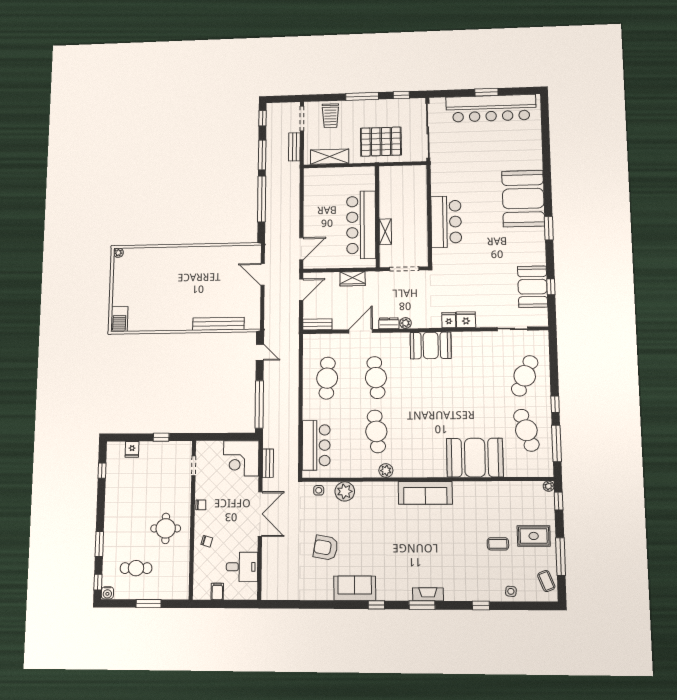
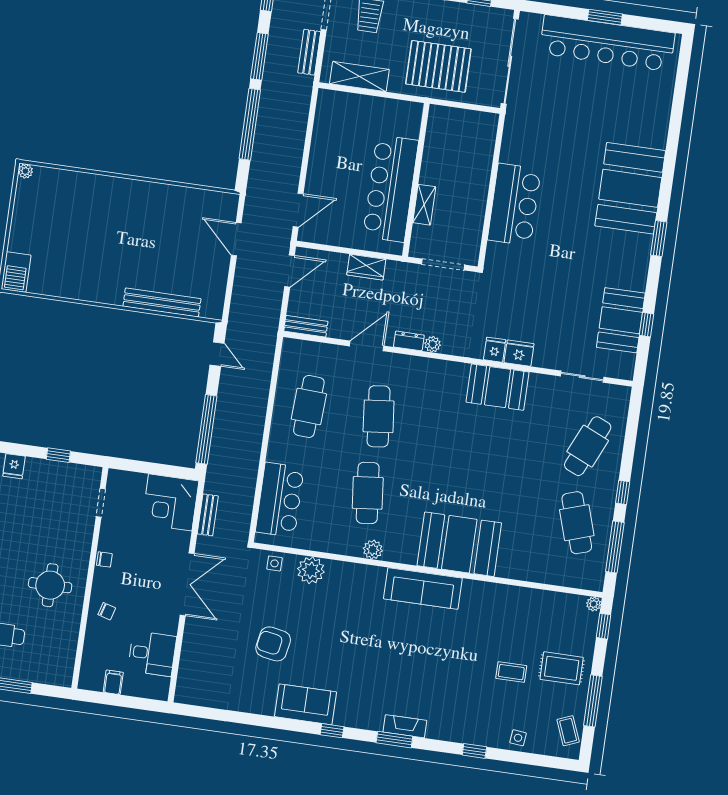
booth: (431, 345) -> (498, 387), moved
booth: (475, 458) -> (459, 544), moved

